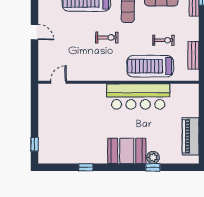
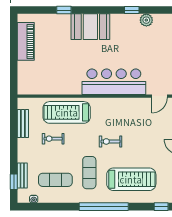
treadmill: (150, 66) -> (67, 112), turned 180
bar counter: (138, 96) -> (114, 82), moved
plant: (153, 157) -> (146, 20), moved

